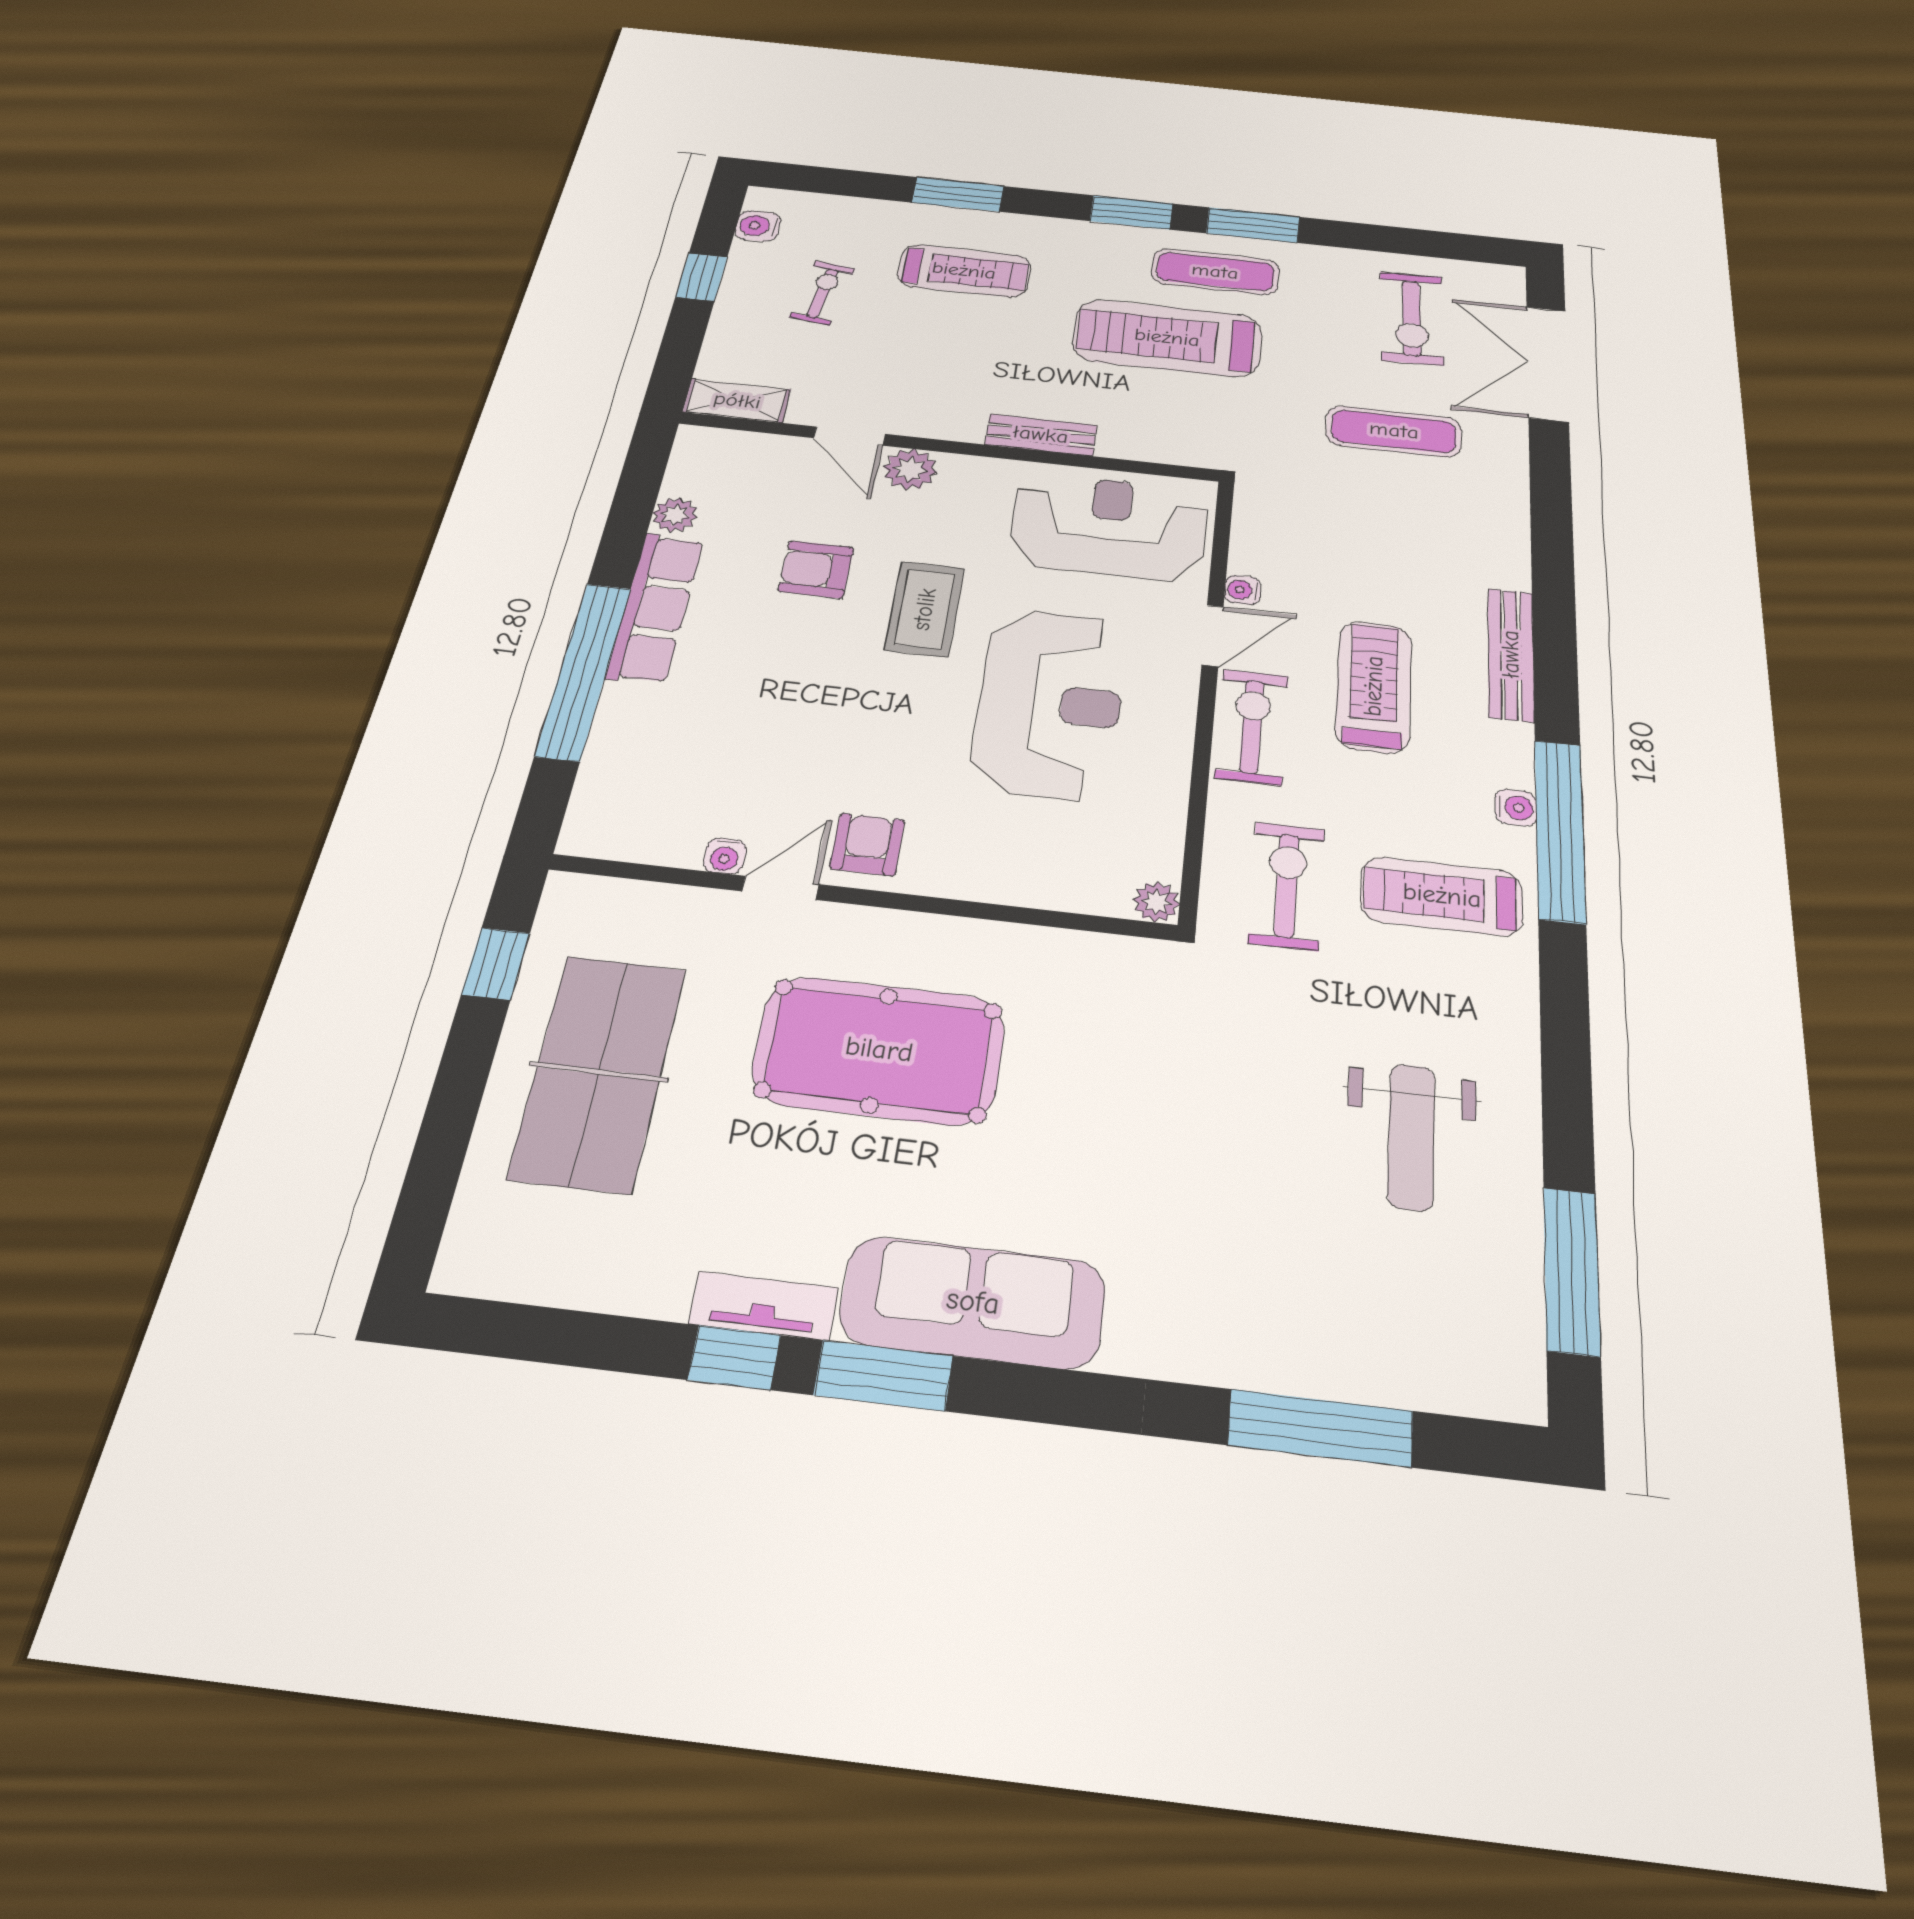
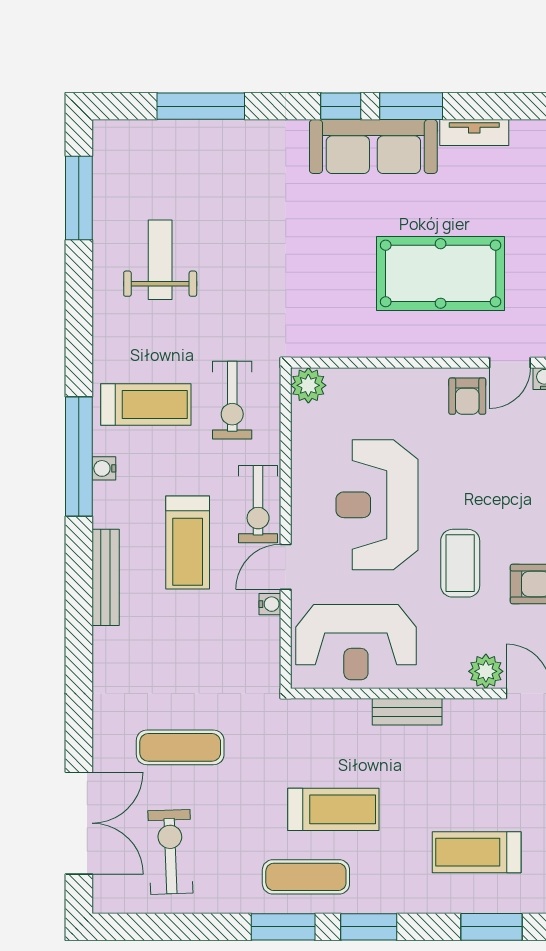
treadmill: (1167, 338) -> (333, 809), width x0.73, depth x0.73
plant: (1156, 902) -> (308, 385), width x1.38, depth x1.38
window: (734, 1358) -> (341, 106), moved

